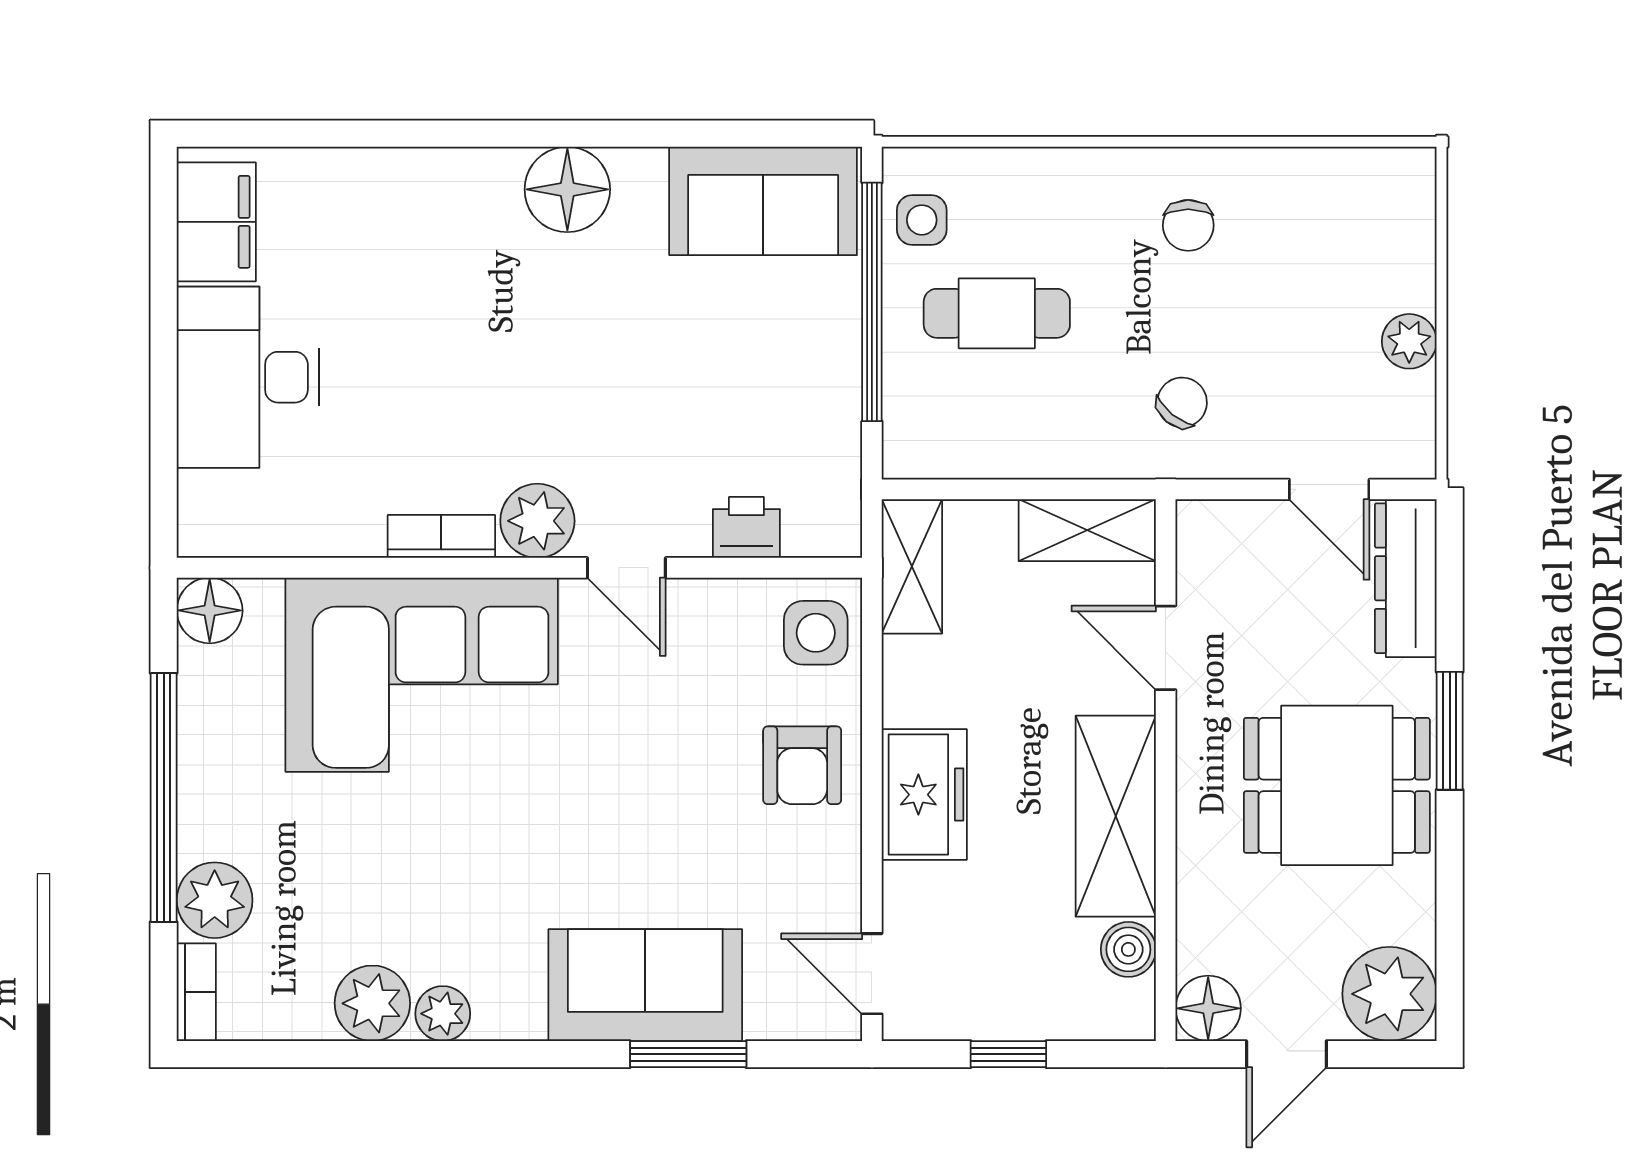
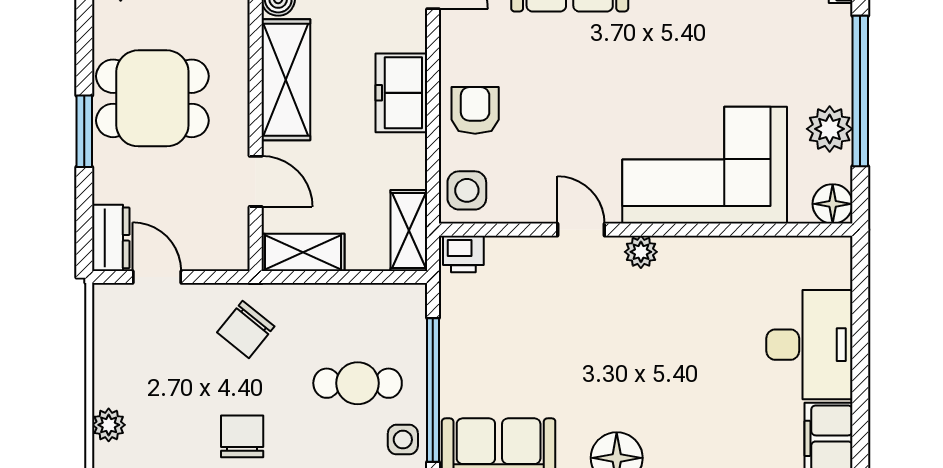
chair: (1188, 225) -> (242, 436), width x1.37, depth x1.37
plant: (1409, 341) -> (109, 425), moved
chair: (1182, 402) -> (246, 329), width x1.37, depth x1.37
plant: (537, 521) -> (641, 252), width x0.73, depth x0.73
printer: (746, 527) -> (463, 254), moved
bookcase: (441, 536) -> (693, 249), removed
dresser: (1406, 578) -> (111, 238), width x0.70
plant: (215, 900) -> (830, 129), moved

